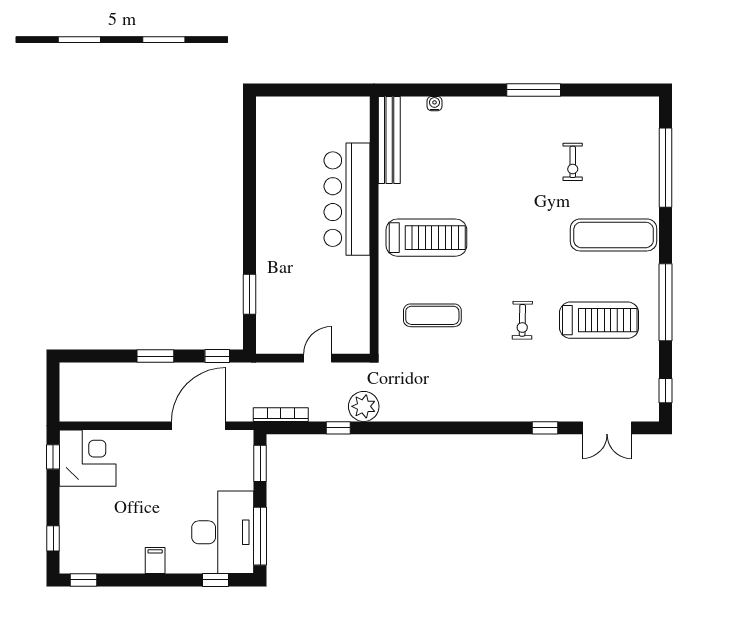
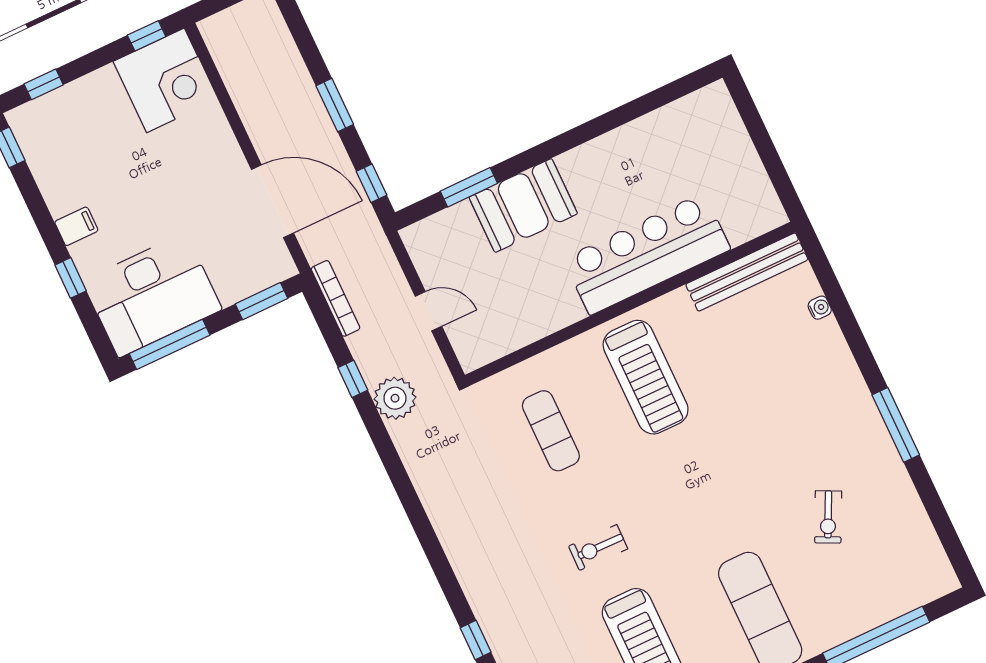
exercise bike: (573, 162) -> (828, 517), turned -64
booth: (278, 265) -> (523, 205), added
window: (215, 580) -> (71, 278), moved

